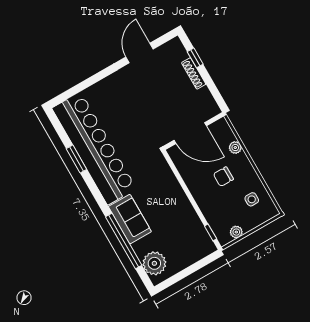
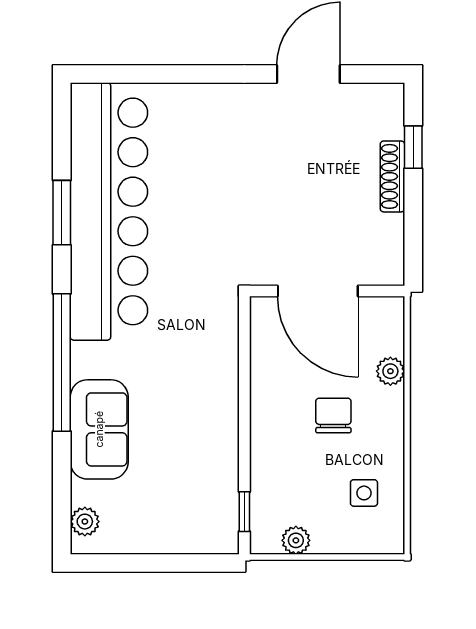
chair: (223, 177) -> (333, 415), turned 90
sofa: (130, 219) -> (99, 429), moved
window: (124, 241) -> (62, 363), moved
plant: (154, 263) -> (85, 522), width x0.53, depth x0.53

